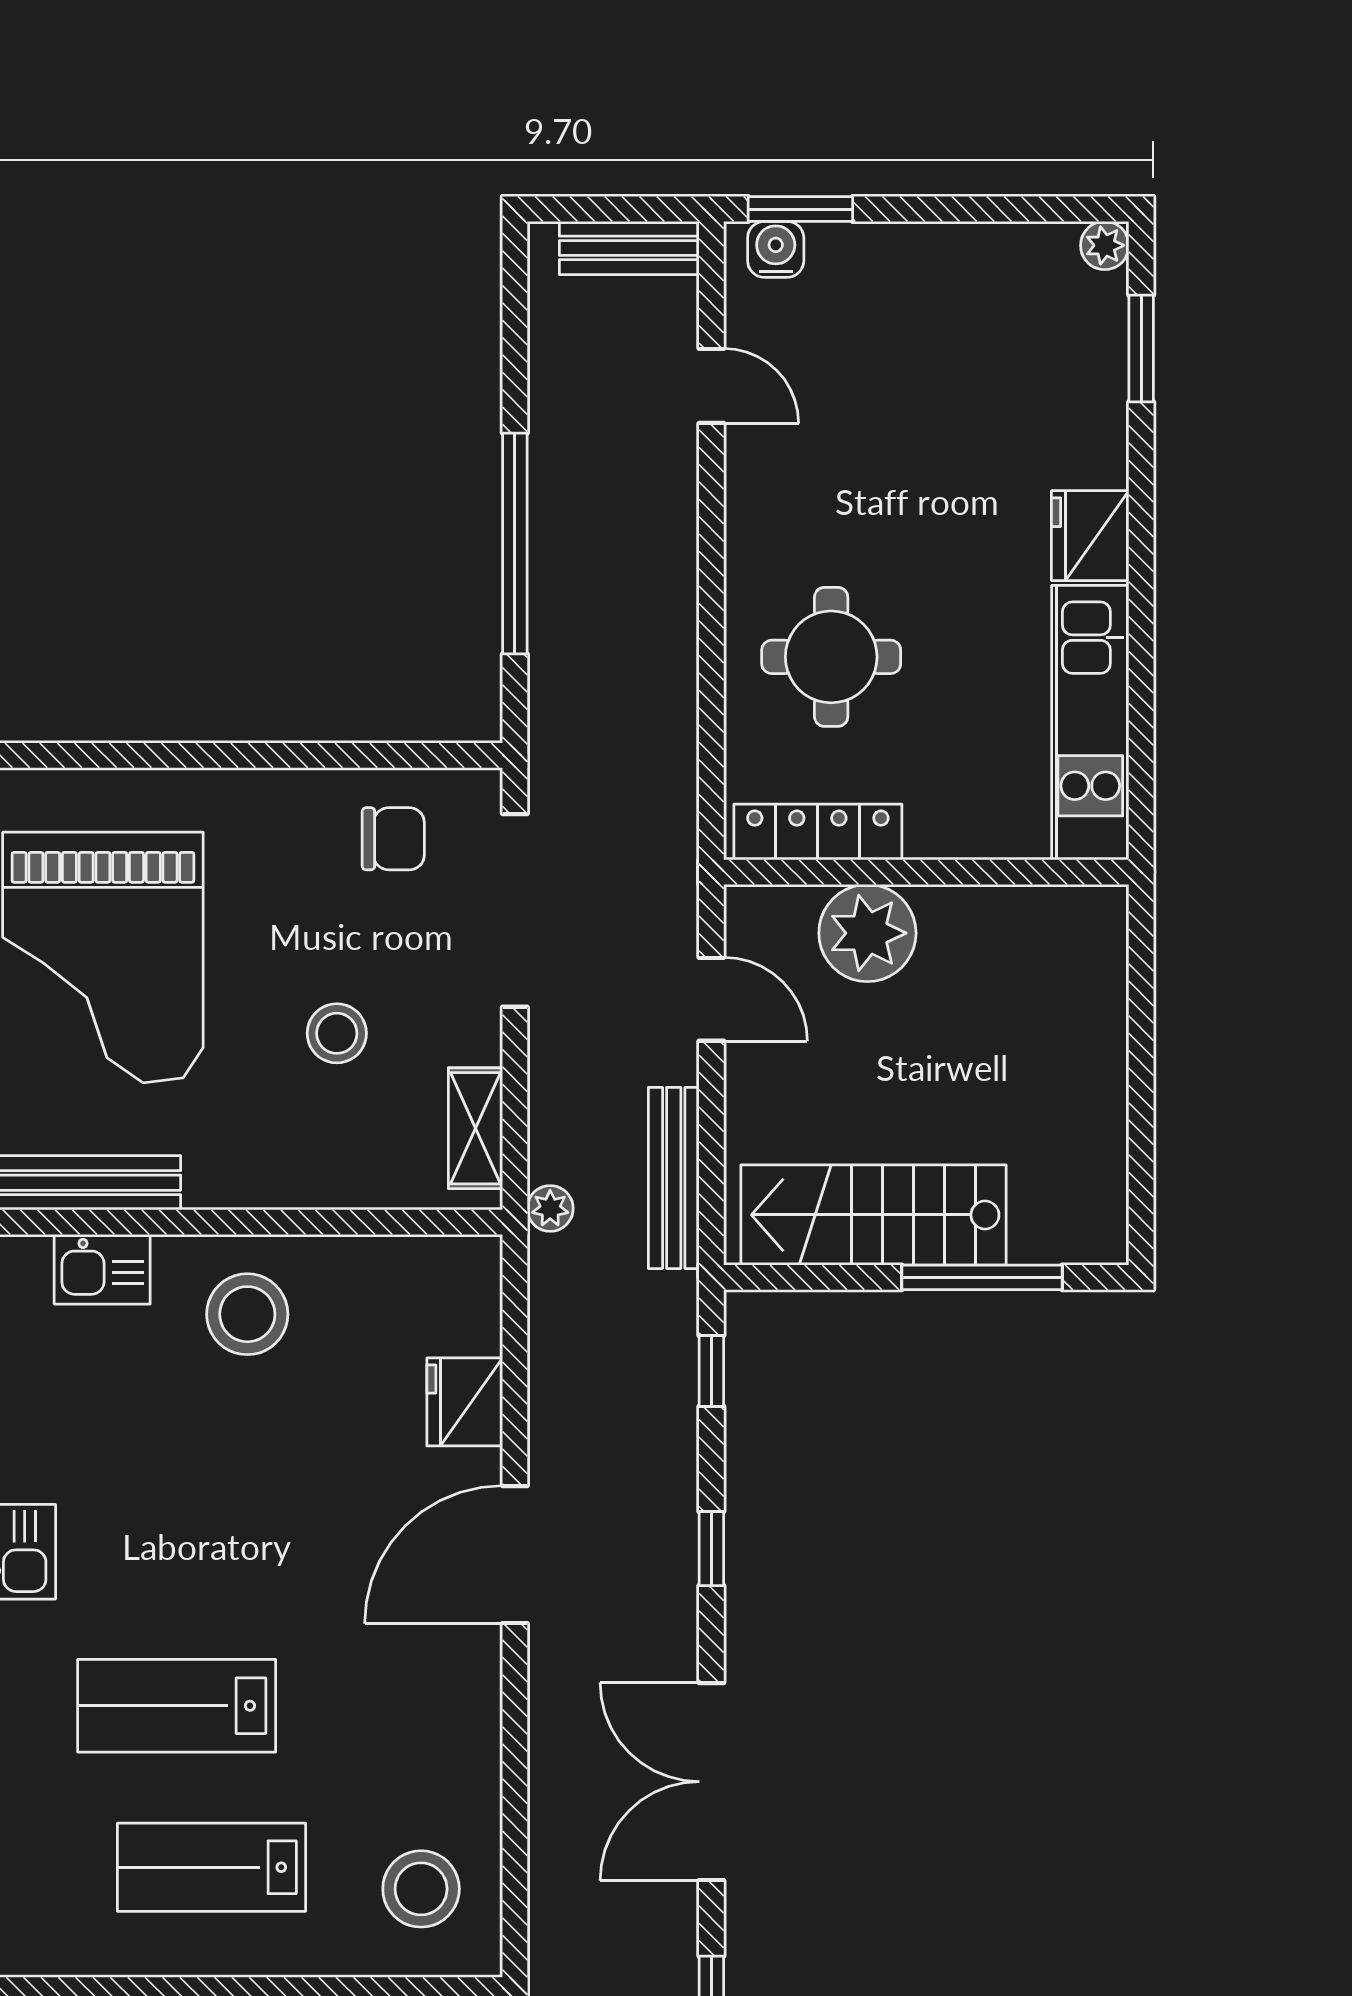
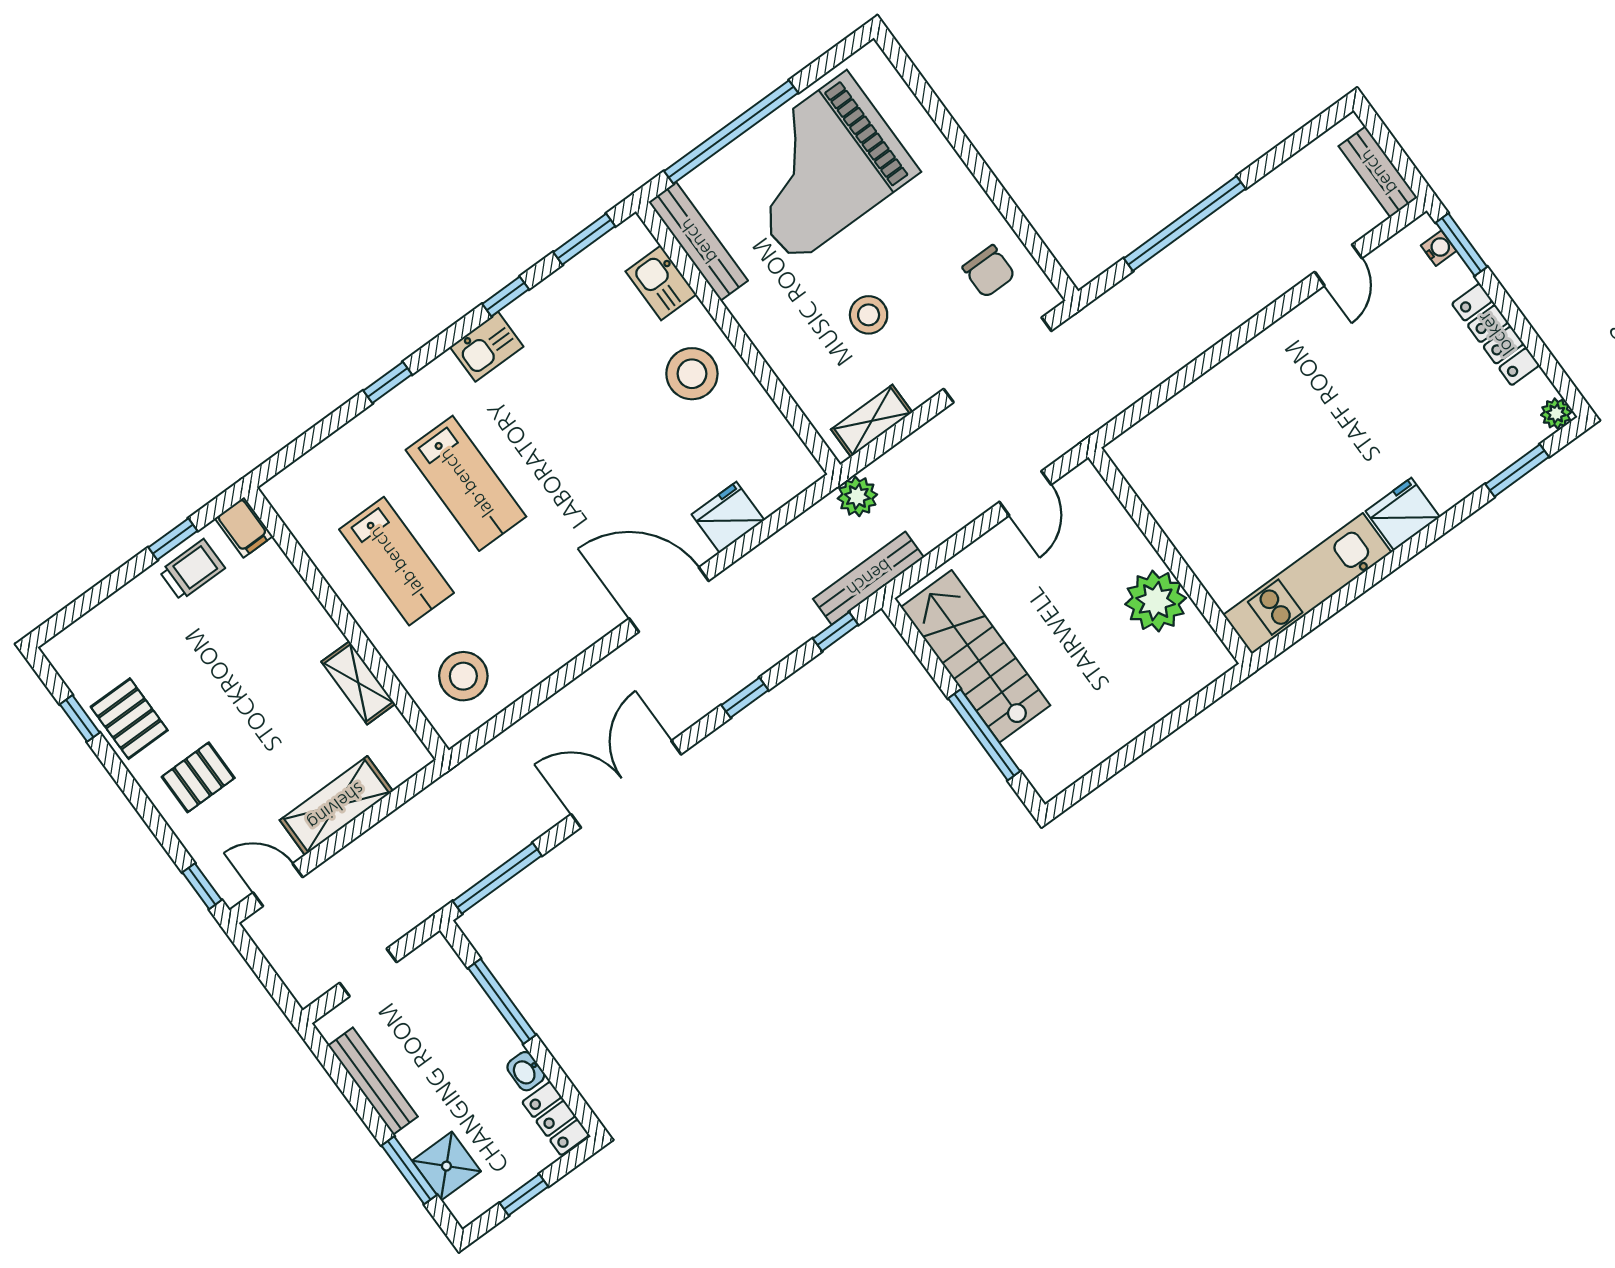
water cooler: (776, 249) -> (1439, 248), width x0.72, depth x0.72
round table: (831, 657) -> (1245, 427), removed
locker: (818, 832) -> (1496, 334), moved, turned 180
plant: (867, 933) -> (1156, 601), moved
bench: (674, 1178) -> (869, 578), moved
plant: (550, 1208) -> (857, 496), width x1.38, depth x1.38
lab bench: (177, 1706) -> (466, 483), turned 180
lab bench: (211, 1867) -> (396, 561), turned 180

